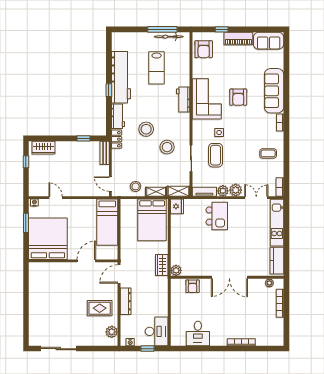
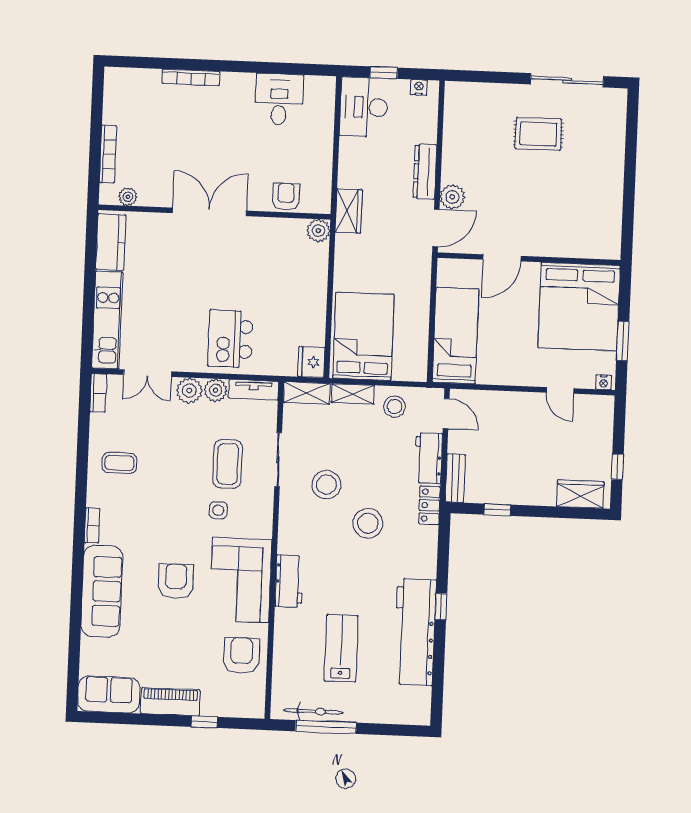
armchair: (204, 49) -> (241, 656), moved
workbench: (118, 116) -> (429, 458), moved
wardrobe: (162, 265) -> (349, 211), moved
rug: (100, 308) -> (538, 134), moved
plant: (112, 332) -> (452, 197), moved

